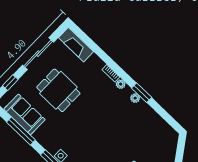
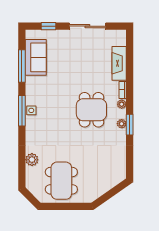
fireplace: (76, 45) -> (119, 63), moved
dining table: (58, 90) -> (91, 110), moved

